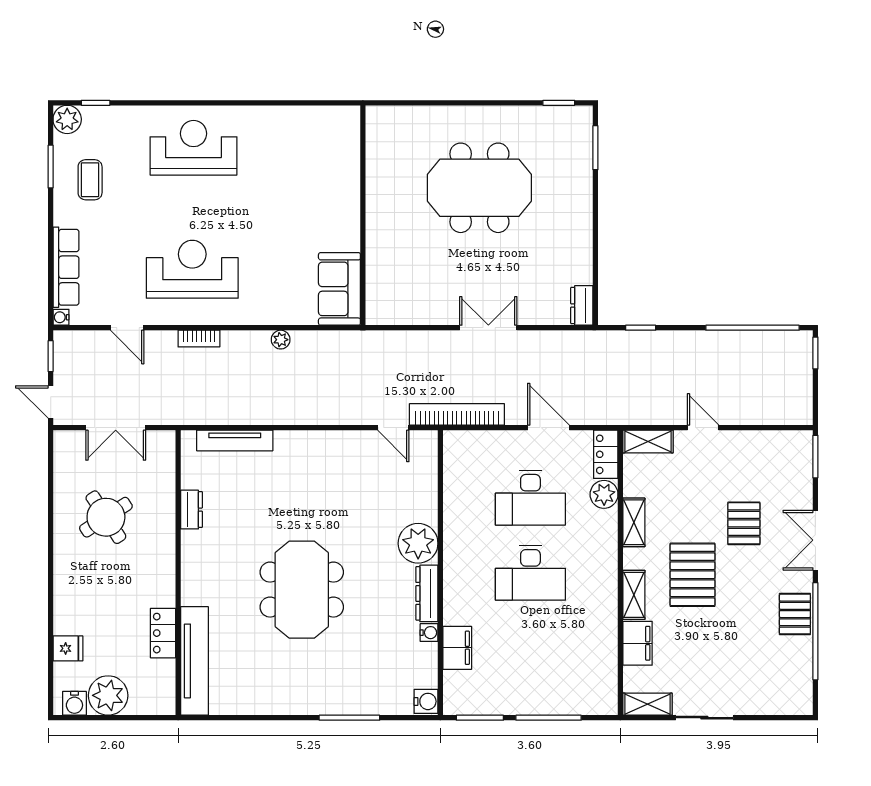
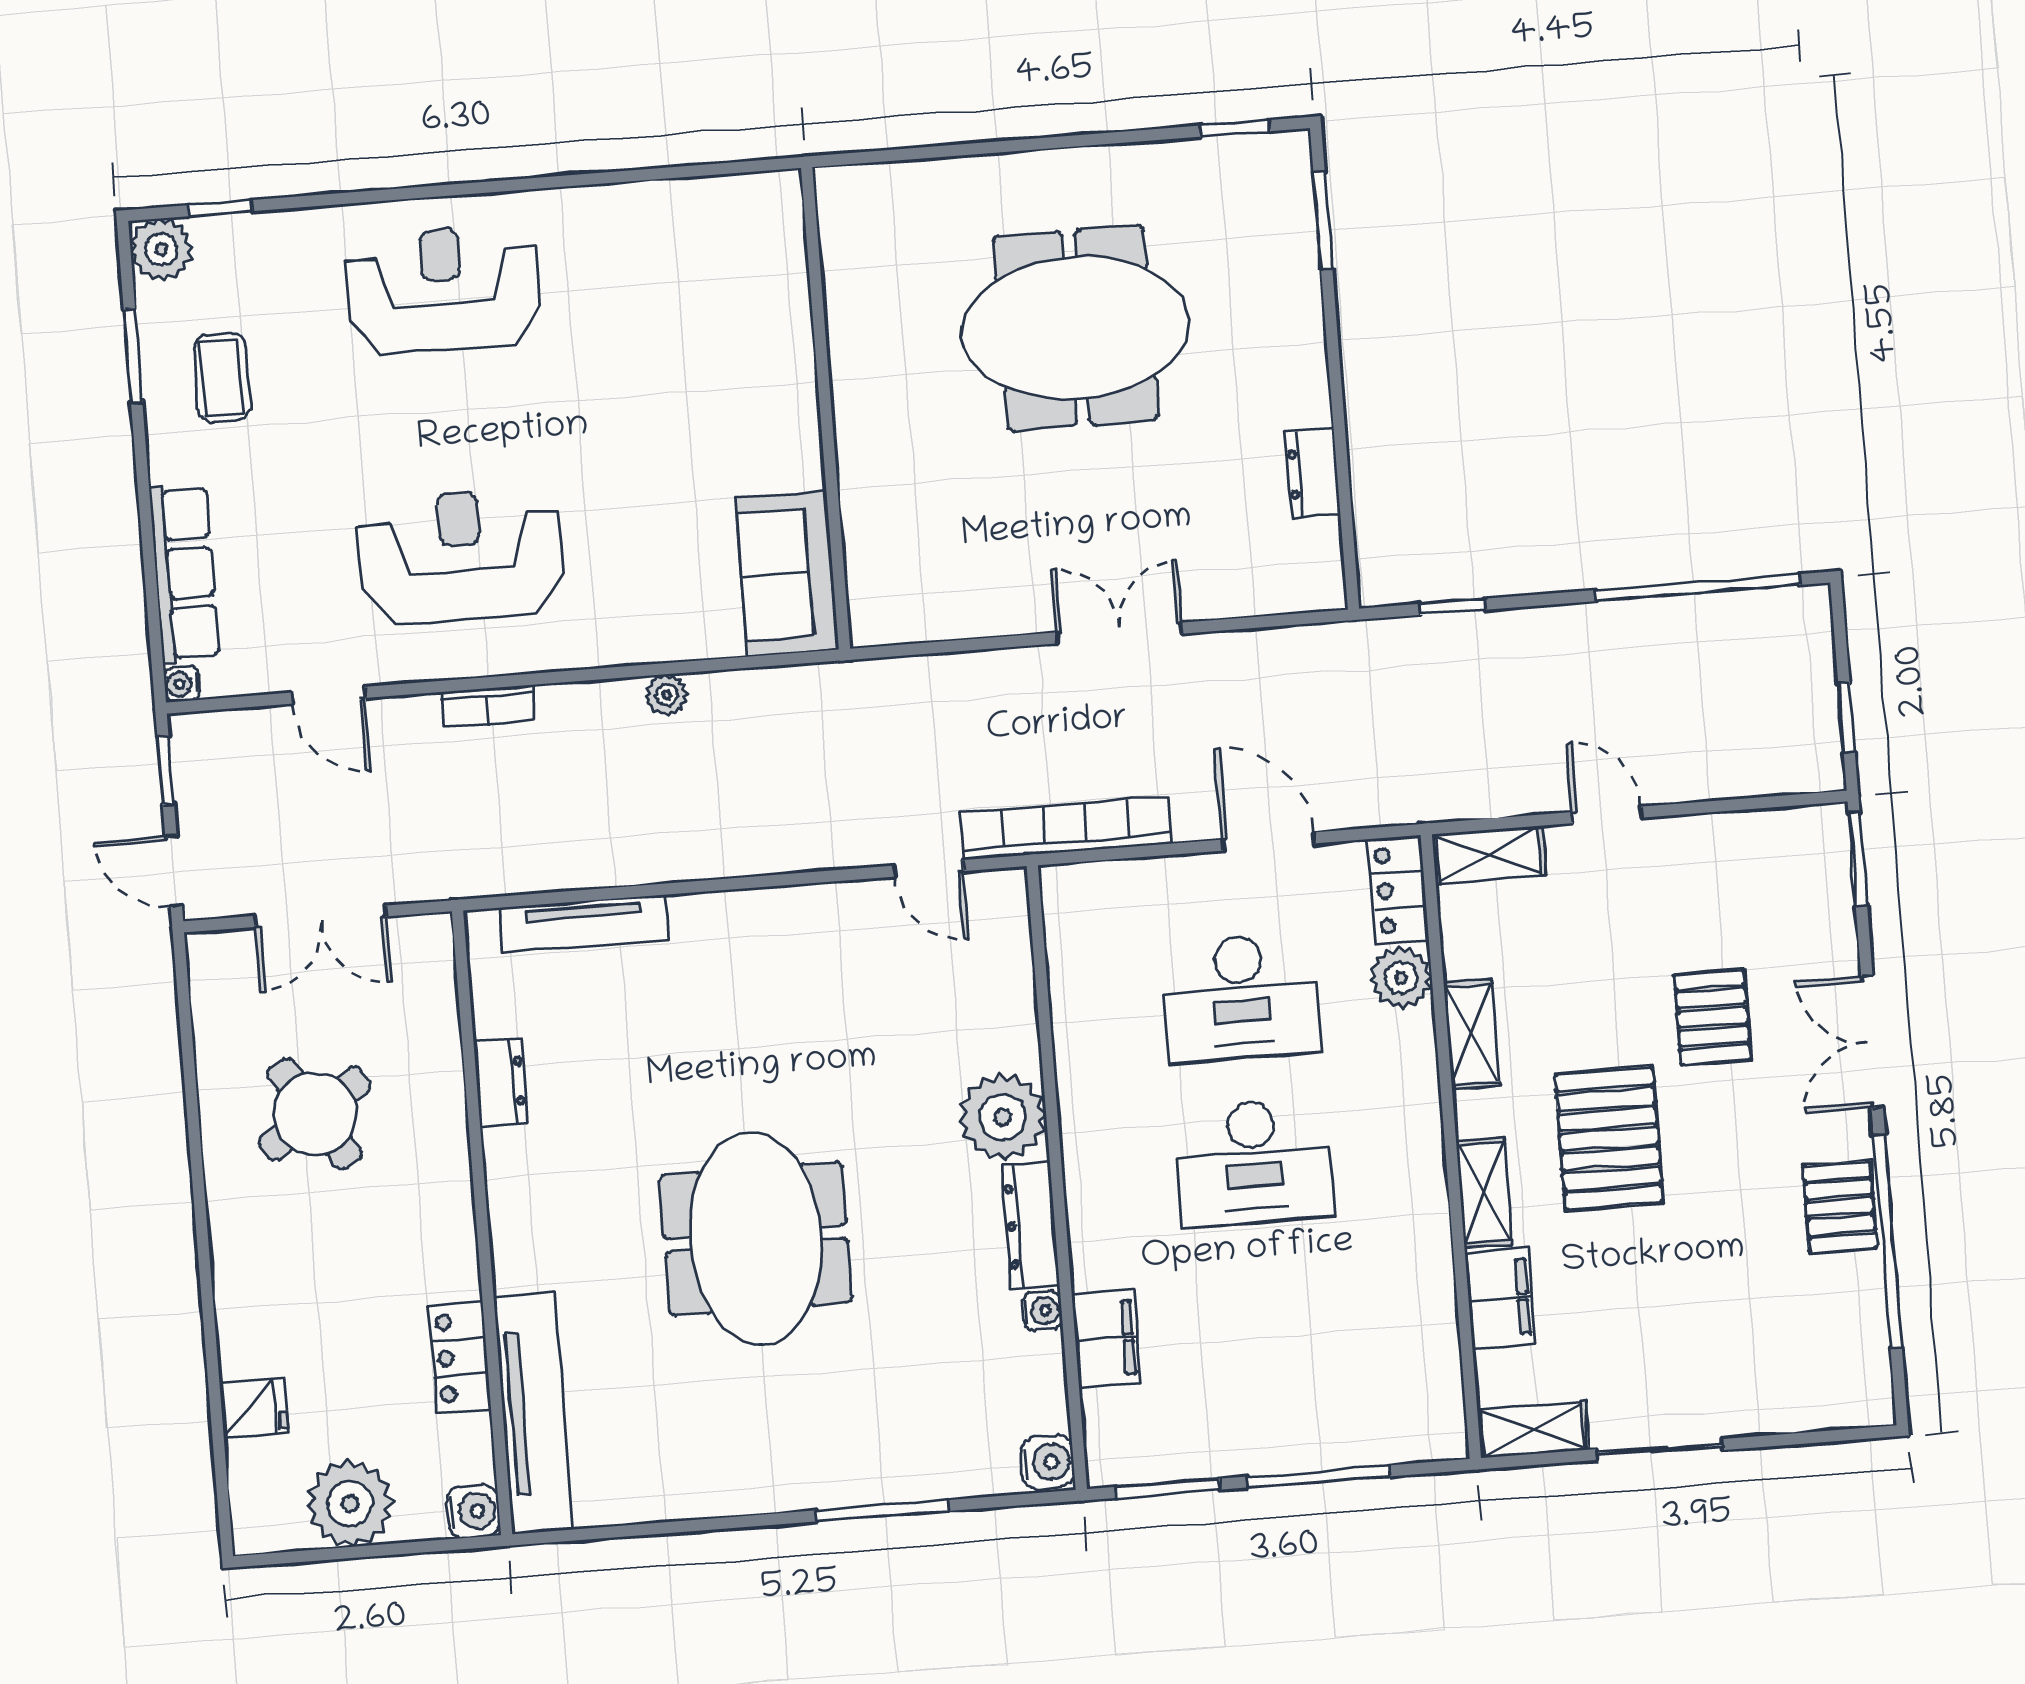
dresser: (582, 305) -> (1313, 473), moved
window: (815, 353) -> (1847, 717), moved
water cooler: (74, 703) -> (473, 1511), moved, turned -90

